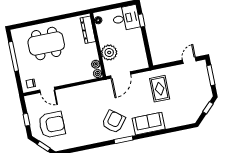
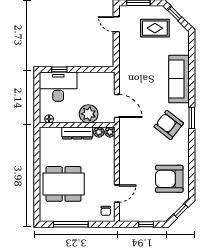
desk: (126, 18) -> (58, 87), width x1.37
dresser: (88, 30) -> (77, 133), moved
dining table: (46, 44) -> (64, 184), turned 90
rug: (160, 89) -> (155, 28), moved
sofa: (149, 124) -> (179, 79), width x1.36
armchair: (52, 125) -> (169, 179), moved, turned -90

